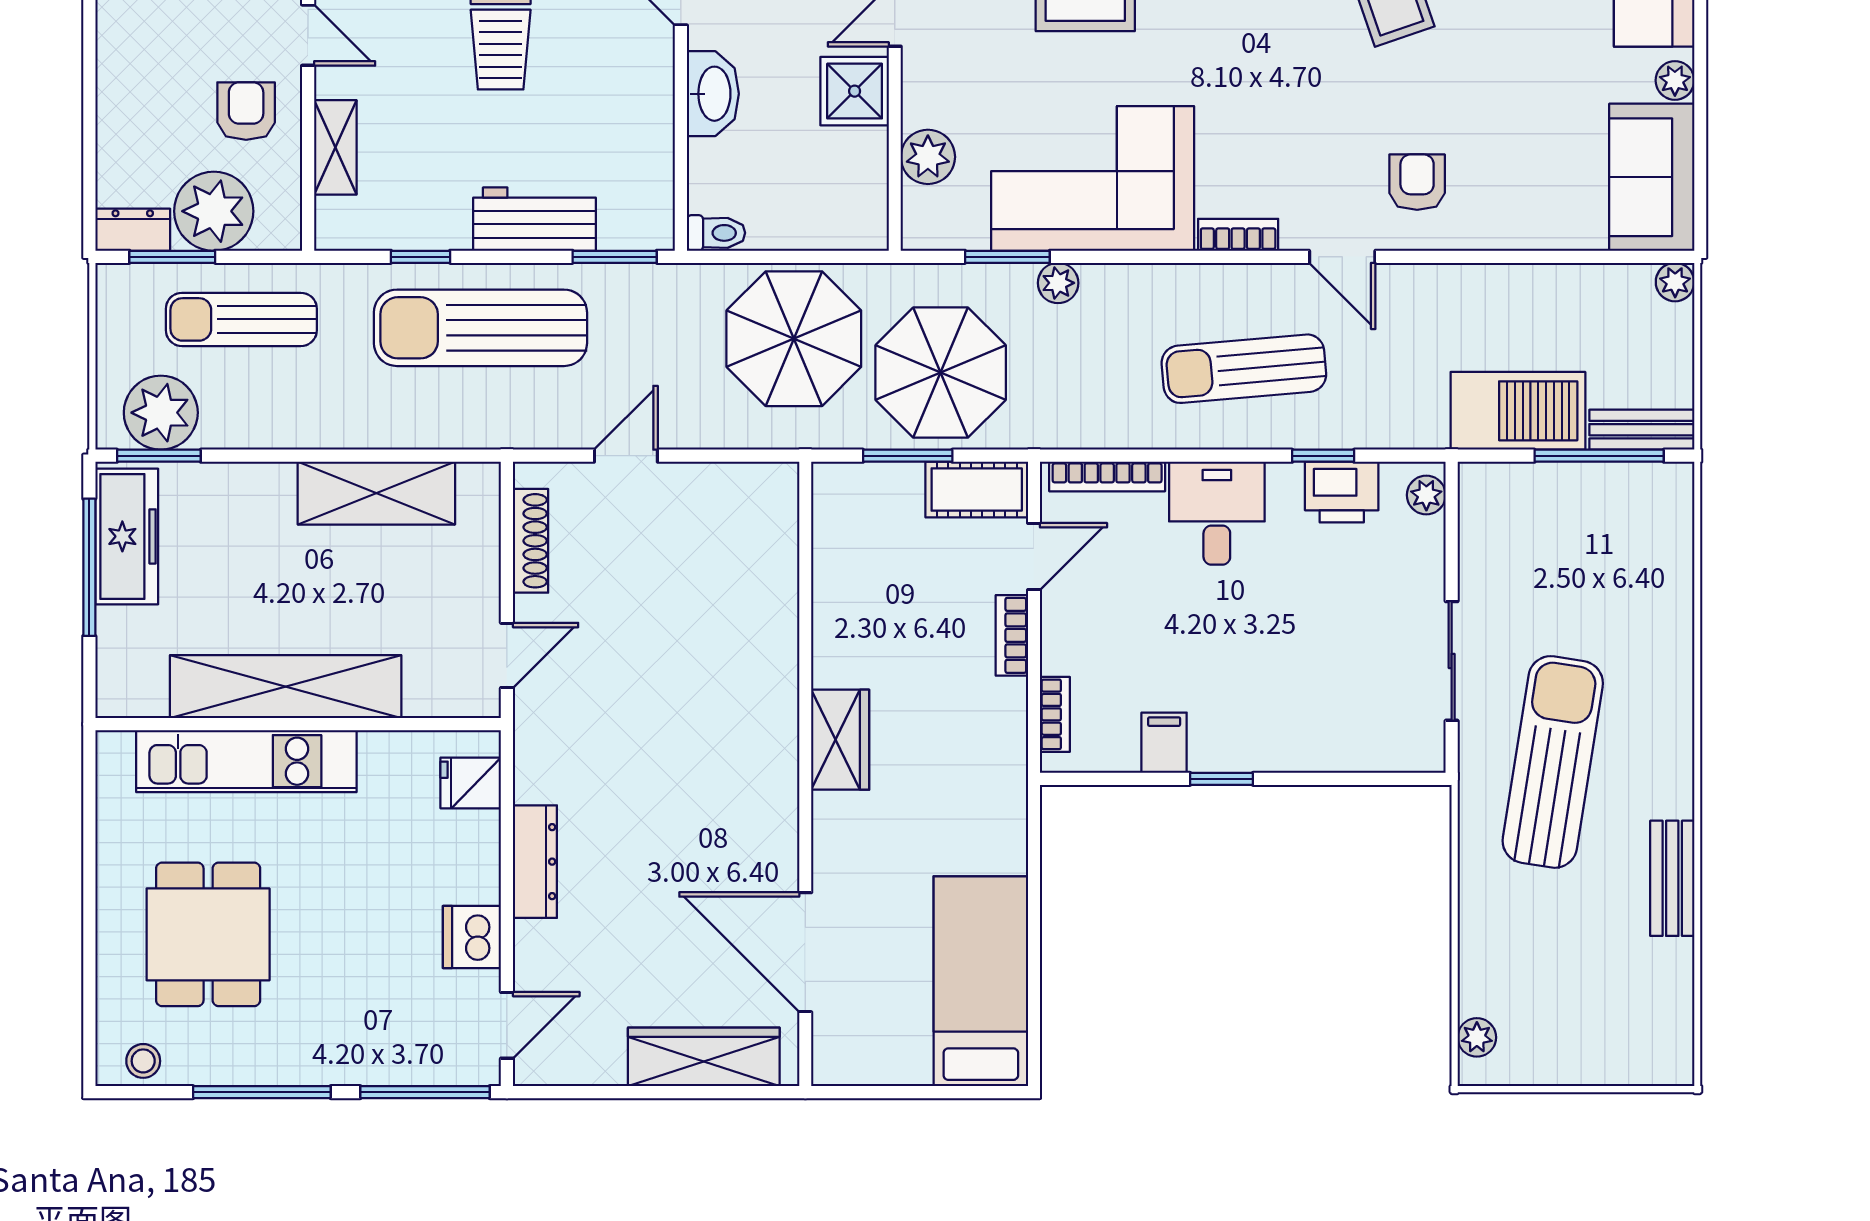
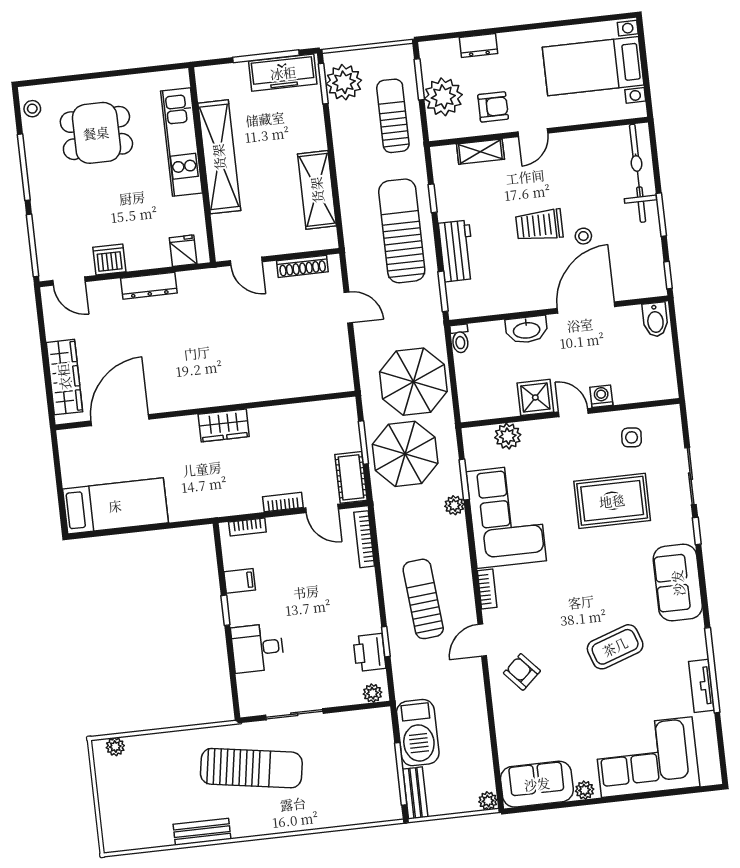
armchair: (1417, 182) -> (522, 672), turned -132
dresser: (133, 230) -> (479, 46), moved, turned 90
desk: (1217, 513) -> (258, 648), moved, turned 180

